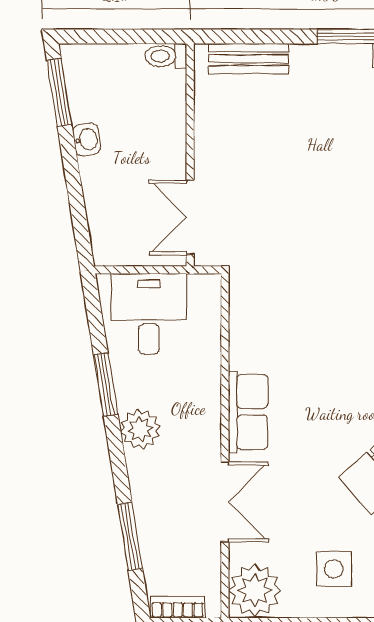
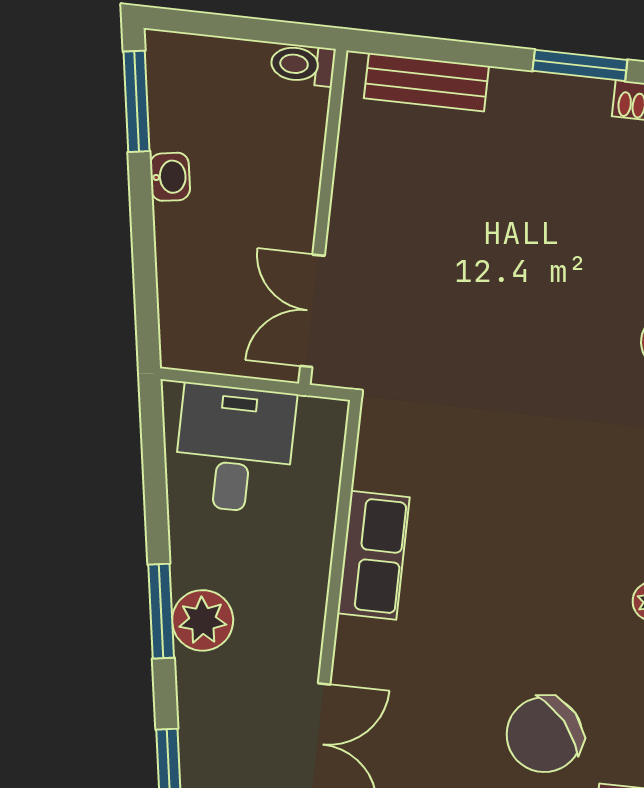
window: (106, 385) -> (161, 611), moved
row of seats: (248, 412) -> (373, 555), moved

